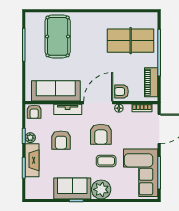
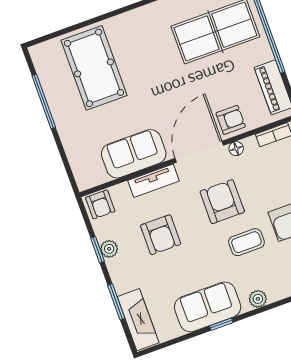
sofa: (56, 91) -> (134, 154), width x0.73
armchair: (122, 91) -> (231, 120), turned 180
armchair: (101, 134) -> (222, 202), turned 180
fireplace: (32, 160) -> (138, 320), moved
plant: (101, 189) -> (258, 299), width x0.53, depth x0.53

